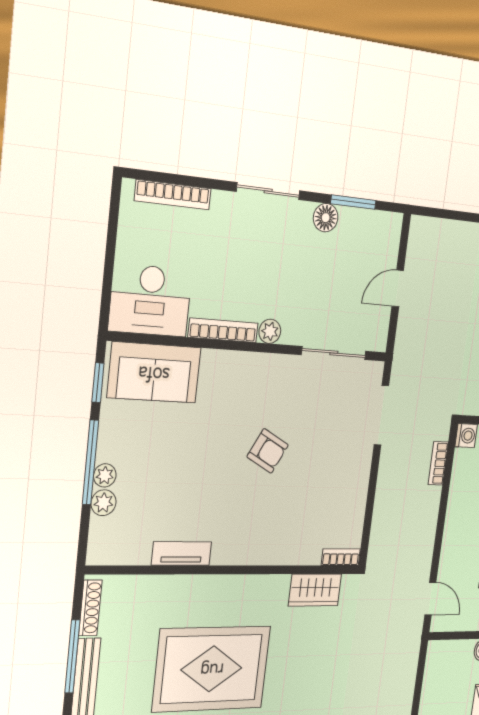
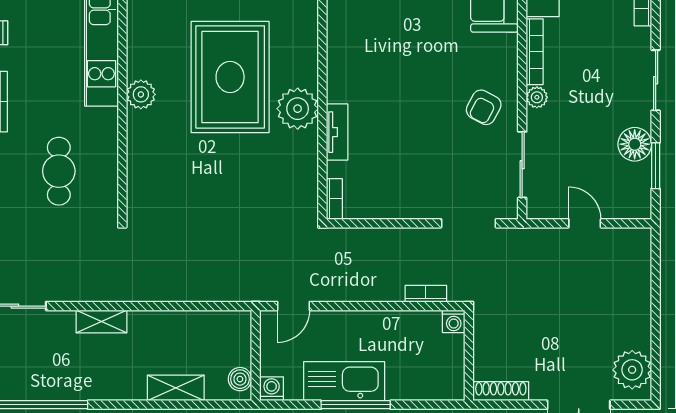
floor lamp: (326, 218) -> (635, 144), width x1.38, depth x1.38
armchair: (268, 451) -> (484, 107), moved
tv unit: (182, 554) -> (337, 132), moved
wardrobe: (315, 590) -> (303, 175), removed
plant: (251, 596) -> (298, 109), added

